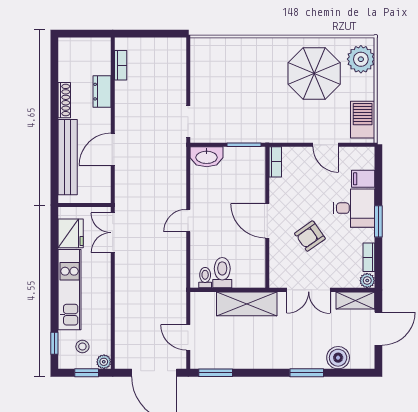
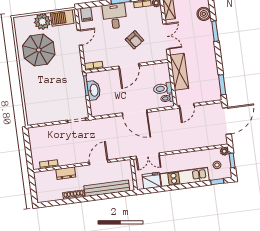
plant: (361, 59) -> (42, 22), moved
door: (113, 149) -> (99, 162), swing flipped
washbasin: (207, 157) -> (94, 90), moved
filing cabinet: (363, 179) -> (86, 14), moved
door: (188, 221) -> (135, 113), width x1.88
door: (188, 337) -> (187, 106), moved

